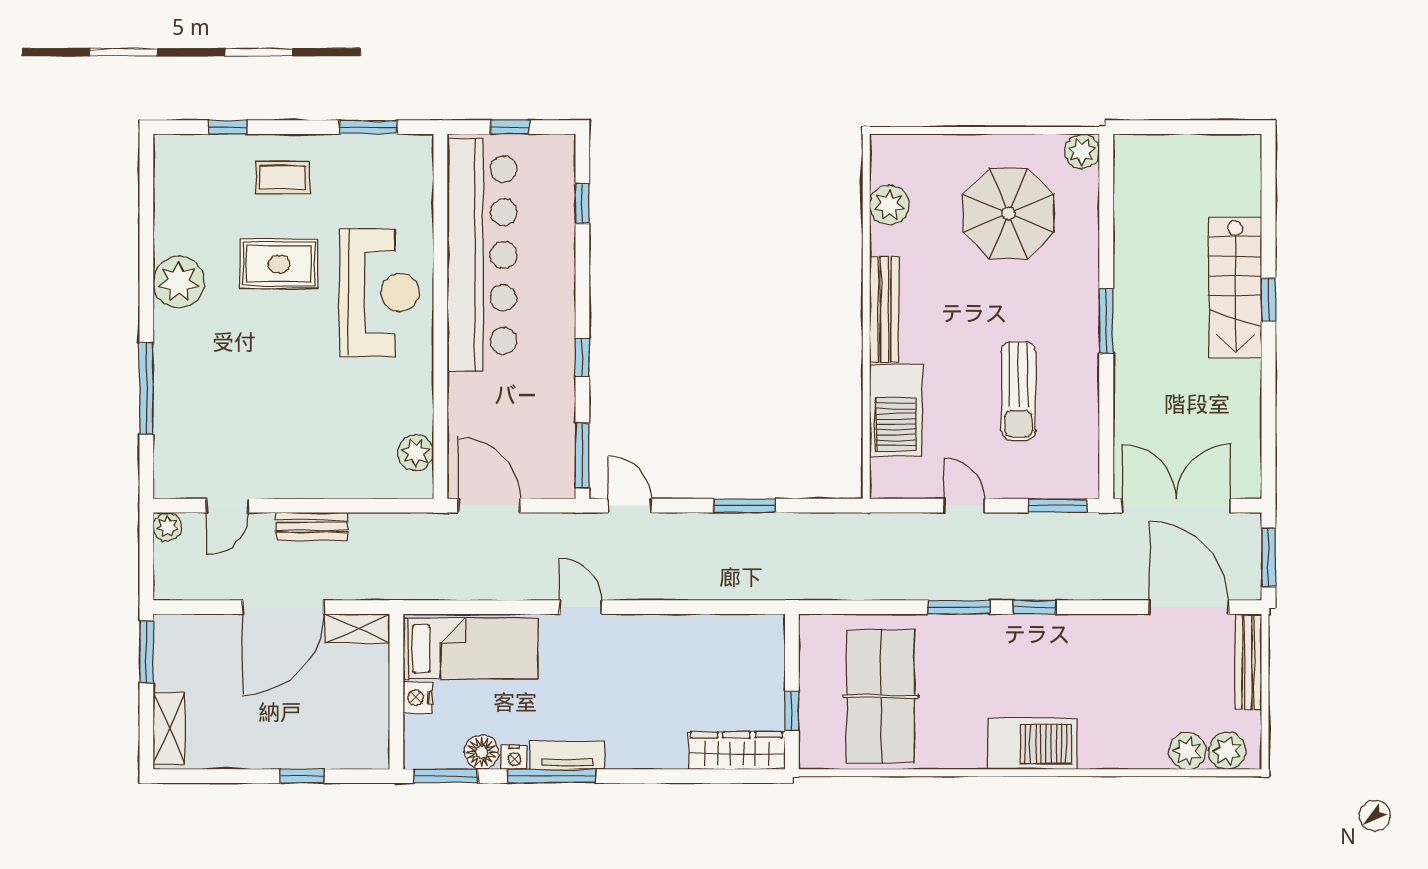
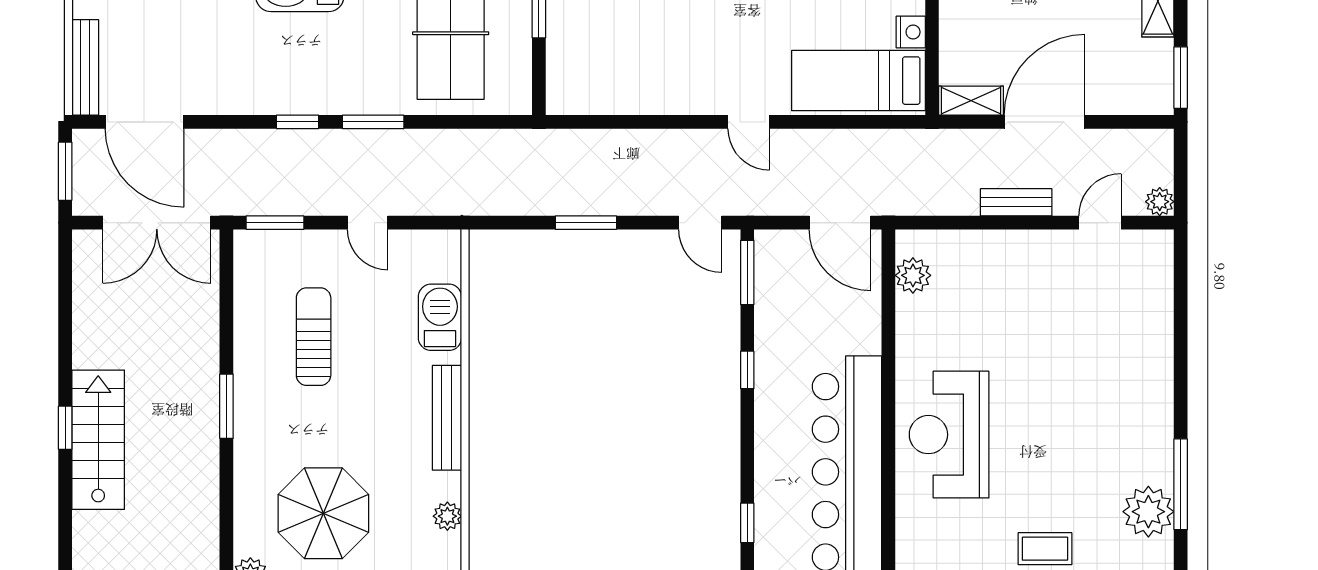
plant: (889, 205) -> (447, 516), width x0.73, depth x0.73
rug: (279, 264) -> (1049, 463), removed
plant: (179, 282) -> (1148, 512), moved
window: (146, 389) -> (1181, 484), moved
barbecue: (896, 410) -> (440, 317), width x0.73, depth x0.83

